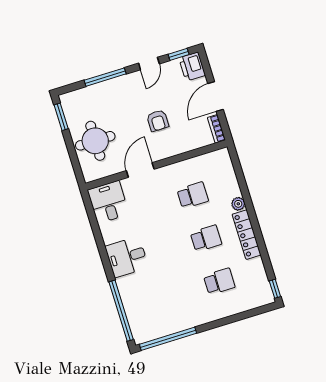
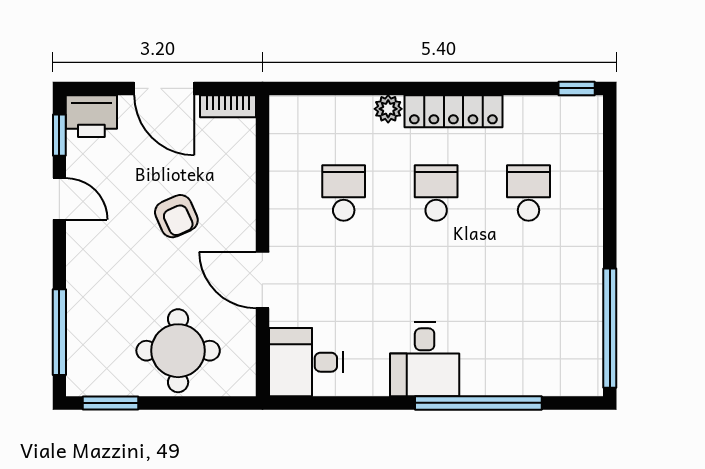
window: (105, 77) -> (59, 332), moved
armchair: (158, 121) -> (176, 216), turned 66
window: (121, 311) -> (478, 403), moved

